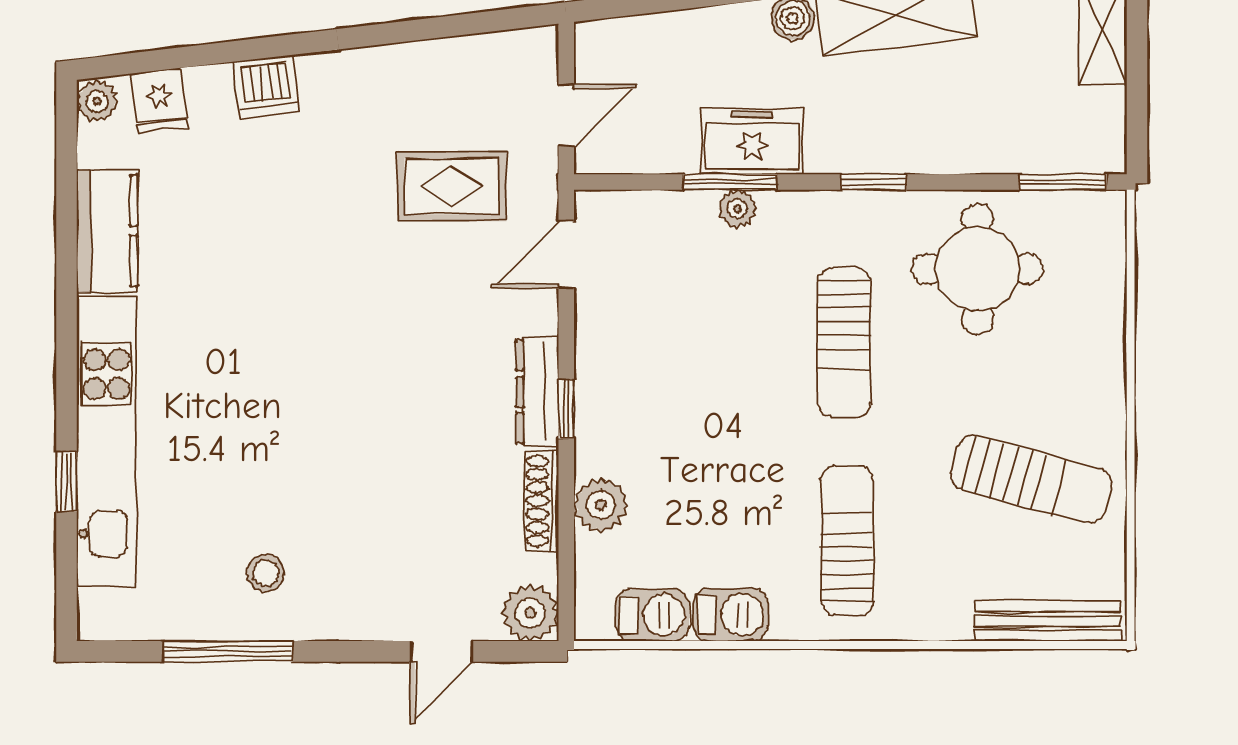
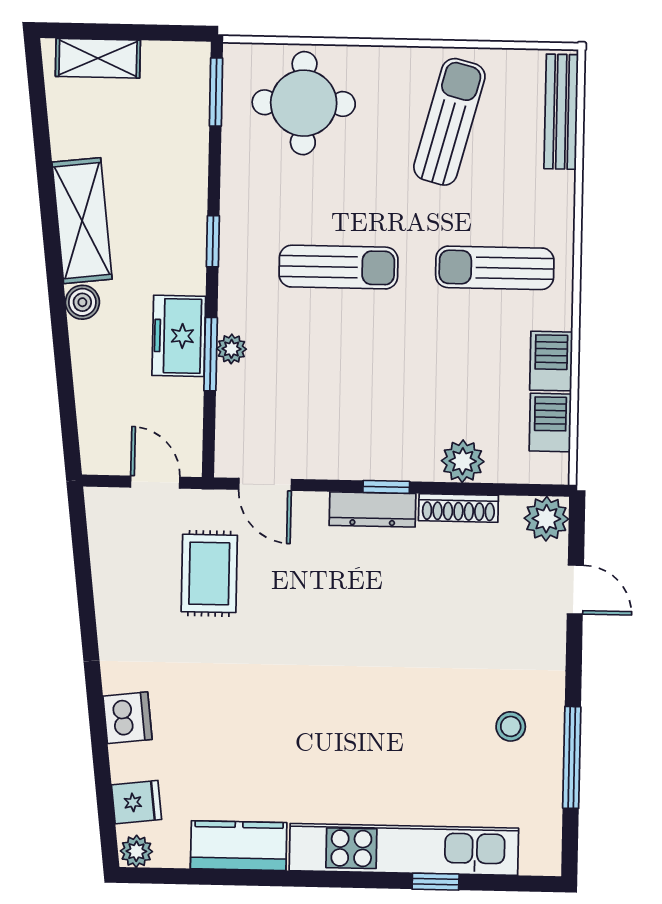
round table: (977, 269) -> (304, 103), moved

